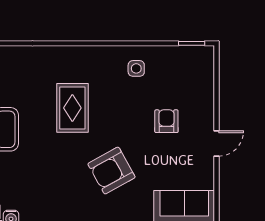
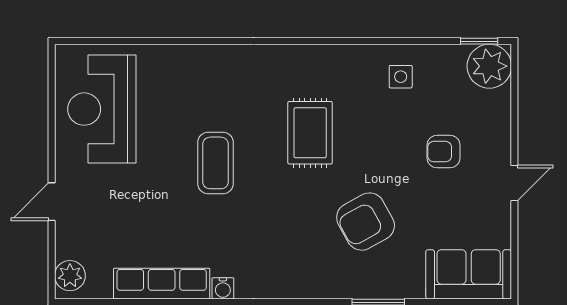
plant: (199, 61) -> (489, 66), added
armchair: (166, 121) -> (444, 152), turned -90

